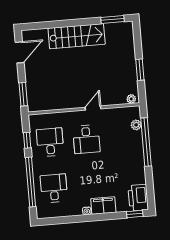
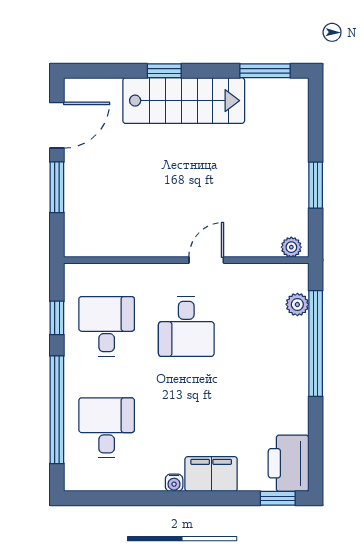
window: (66, 23) -> (164, 71), added
window: (23, 94) -> (57, 187), moved

